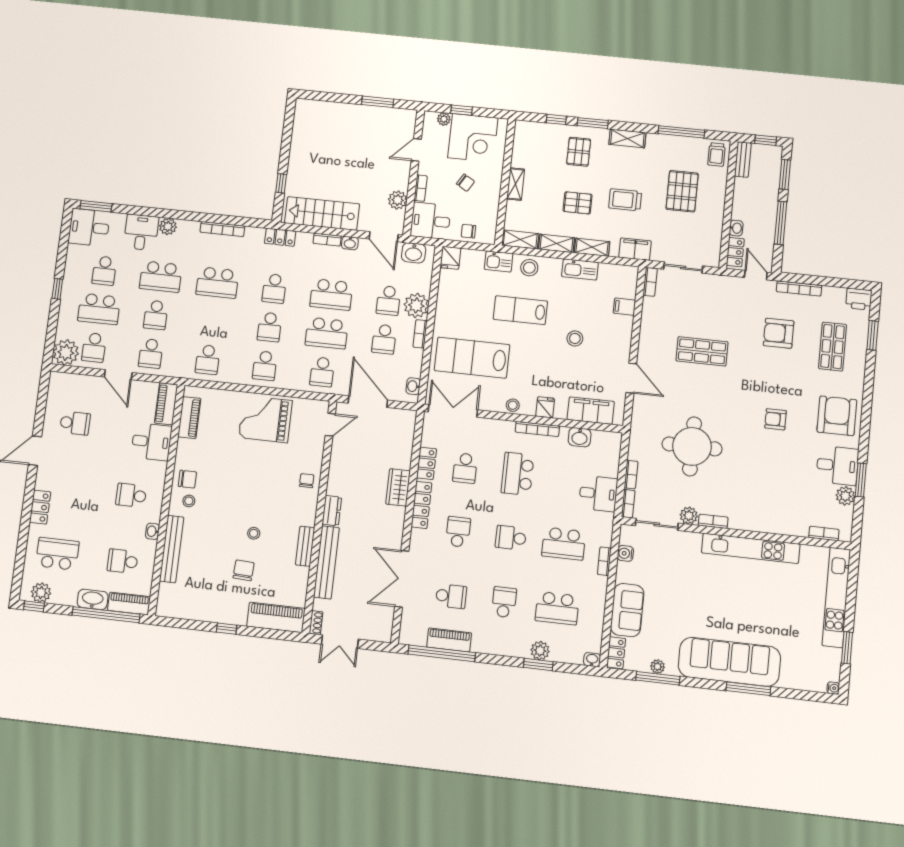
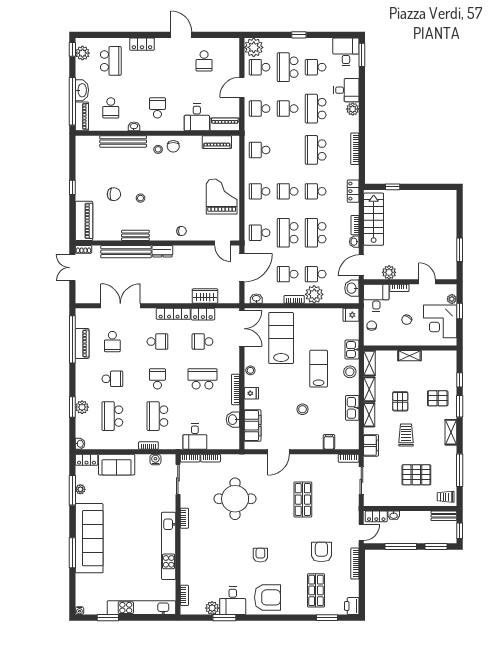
shop shelf: (833, 347) -> (316, 590), turned 90
wardrobe: (398, 487) -> (205, 296), moved
plant: (689, 516) -> (187, 501), removed
school desk: (123, 561) -> (111, 108), turned 180

